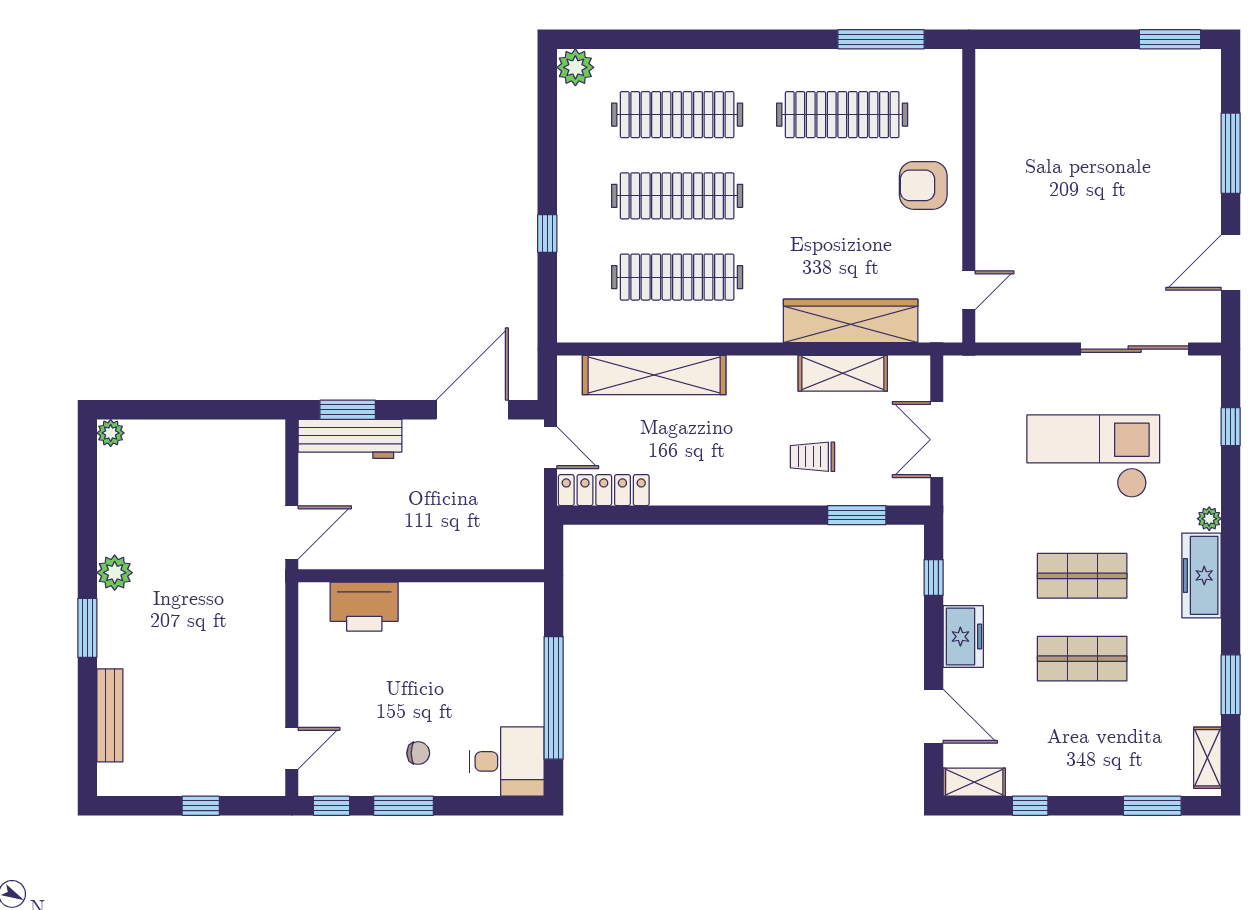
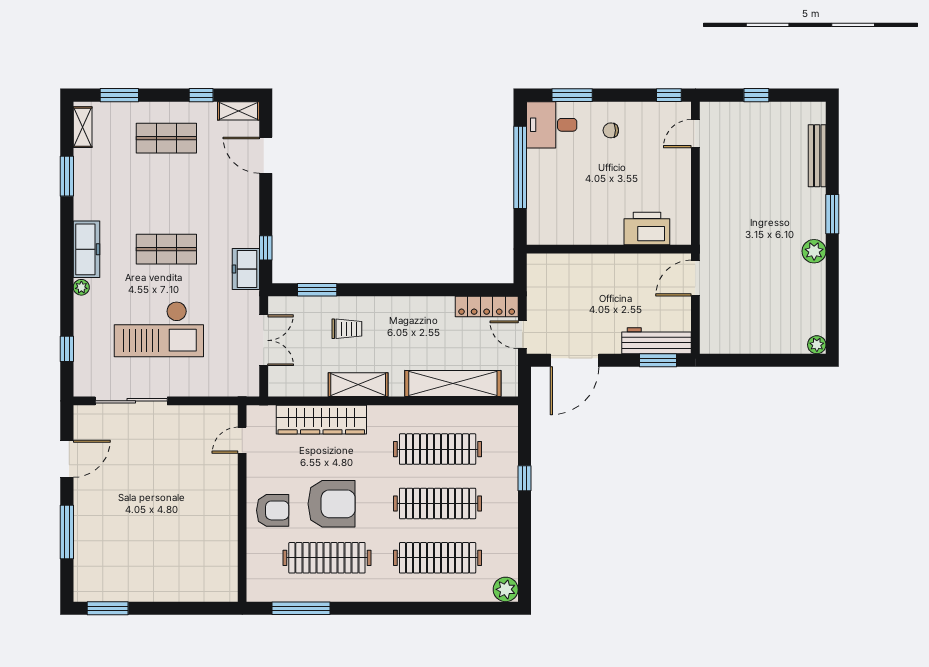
armchair: (835, 195) -> (331, 504), added
shelving: (843, 373) -> (358, 385), moved
freezer: (963, 637) -> (246, 269), moved
shop shelf: (1082, 659) -> (166, 138), moved
window: (404, 806) -> (572, 95), moved

